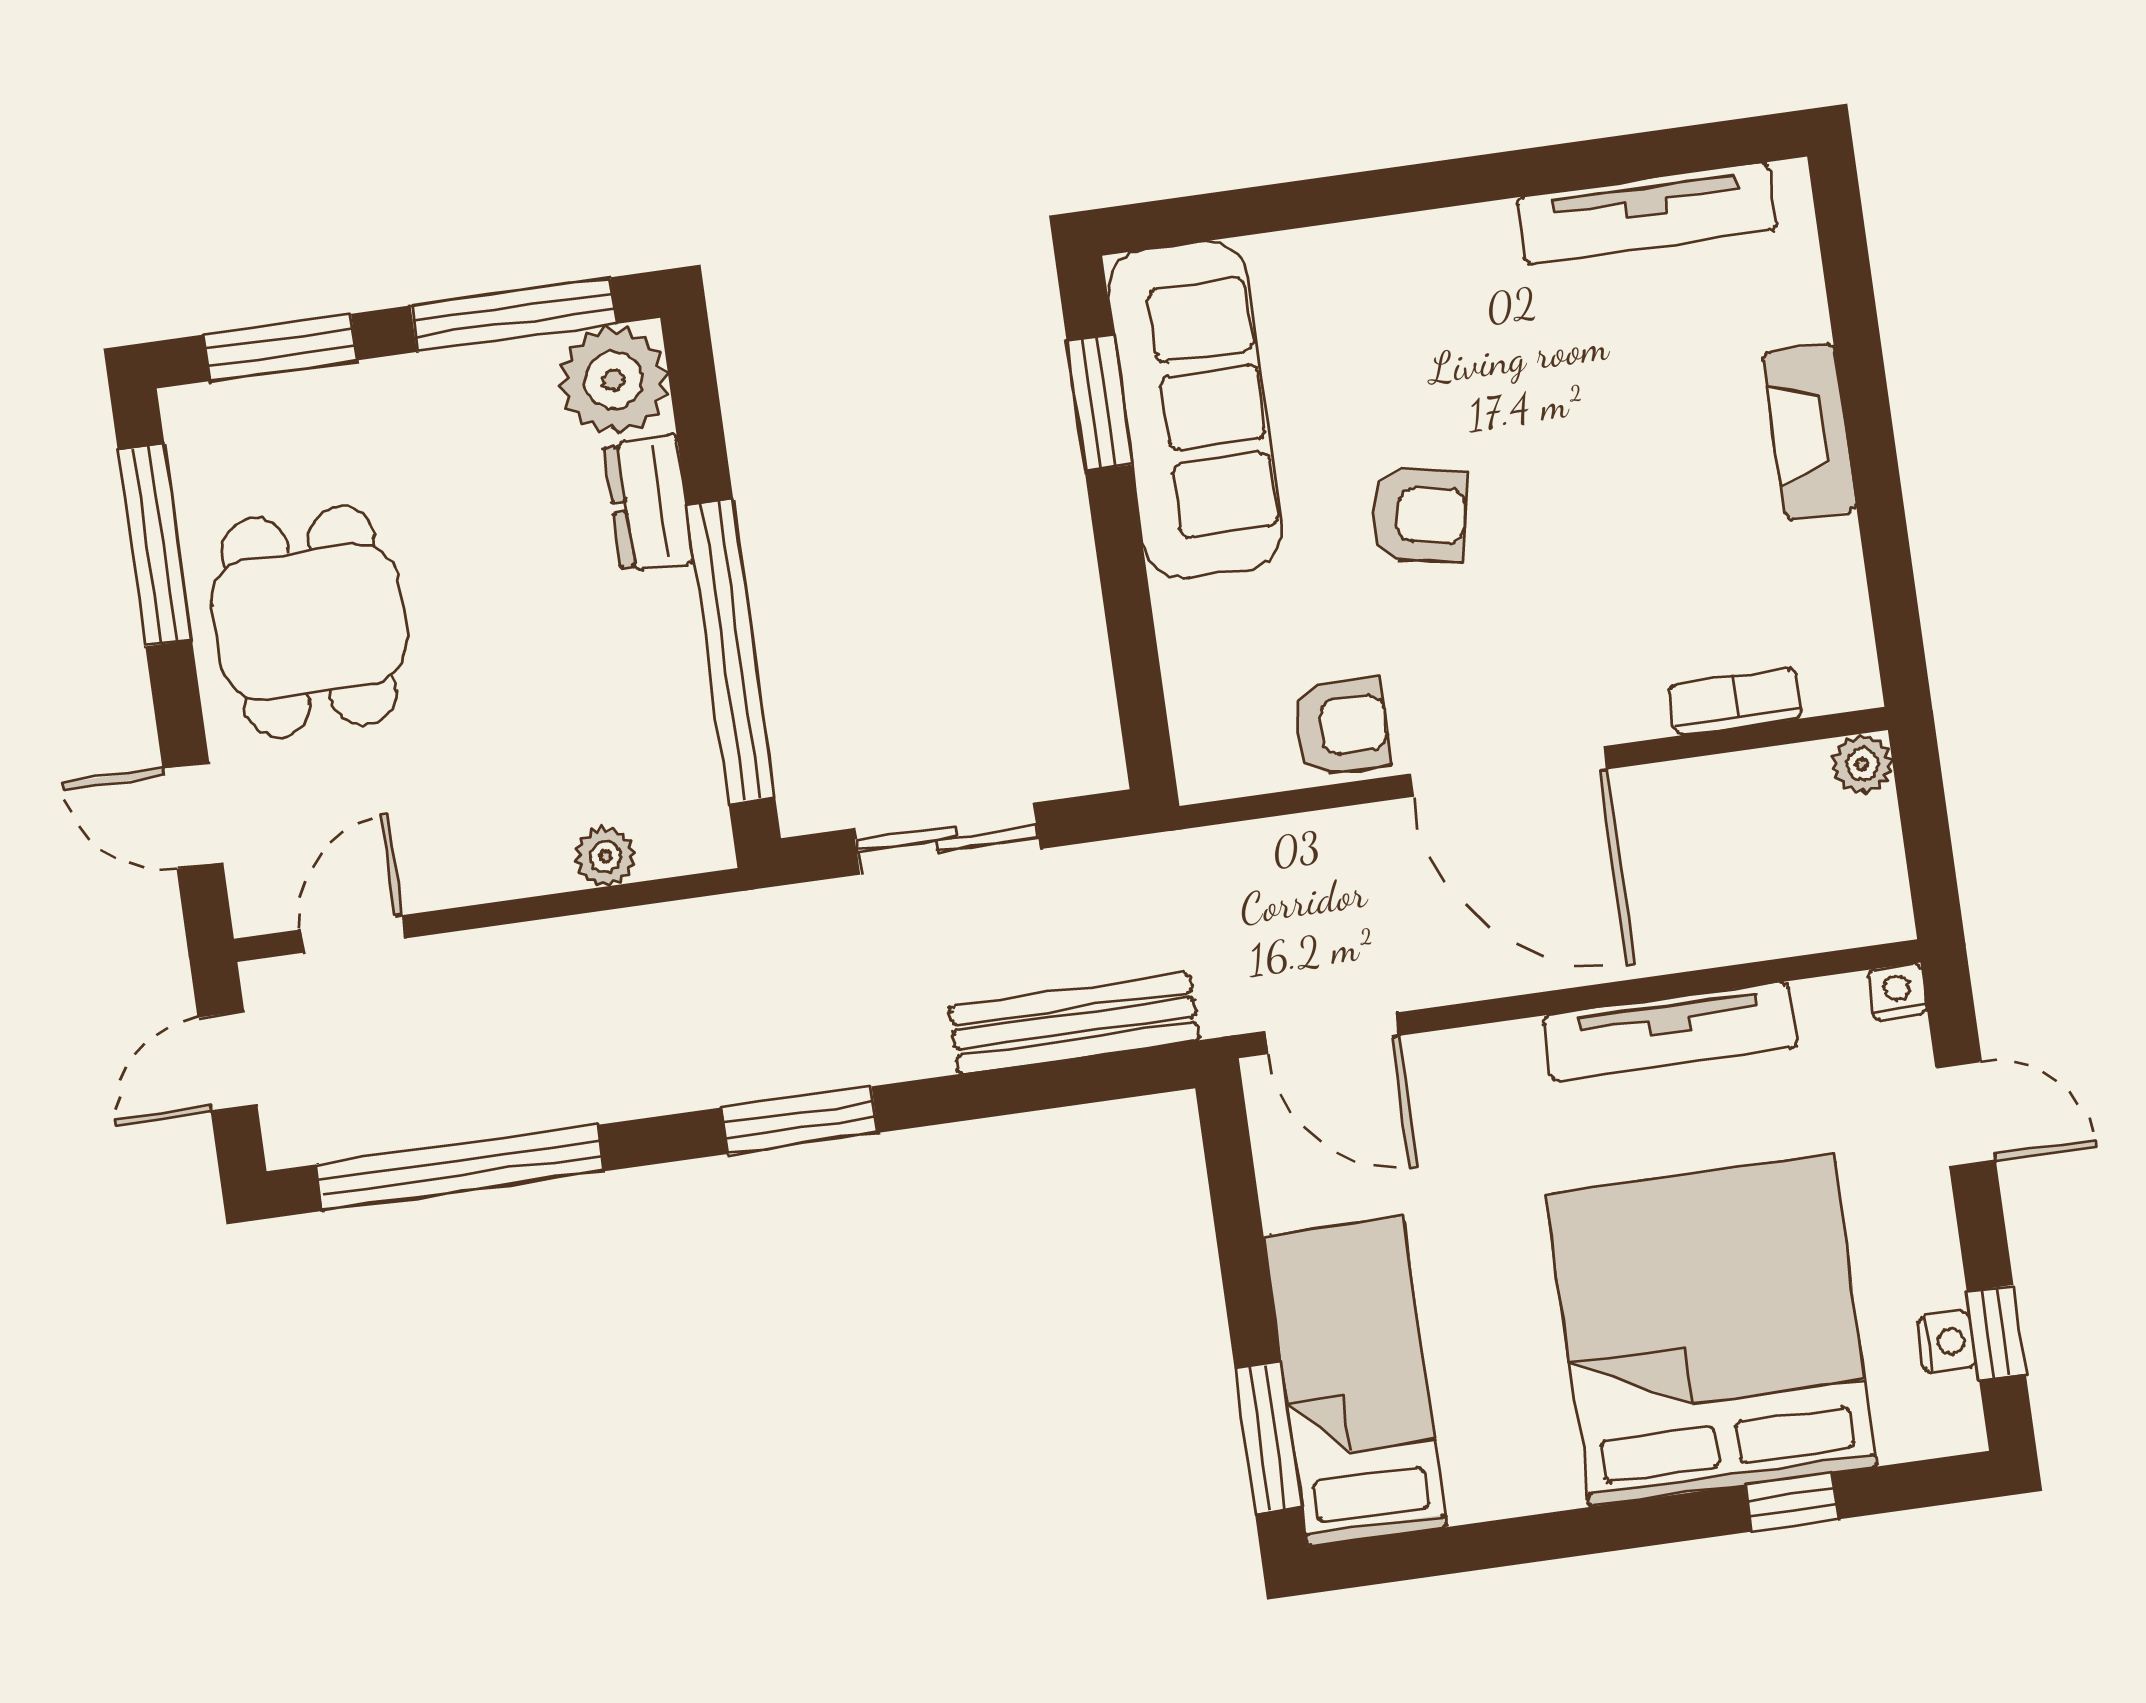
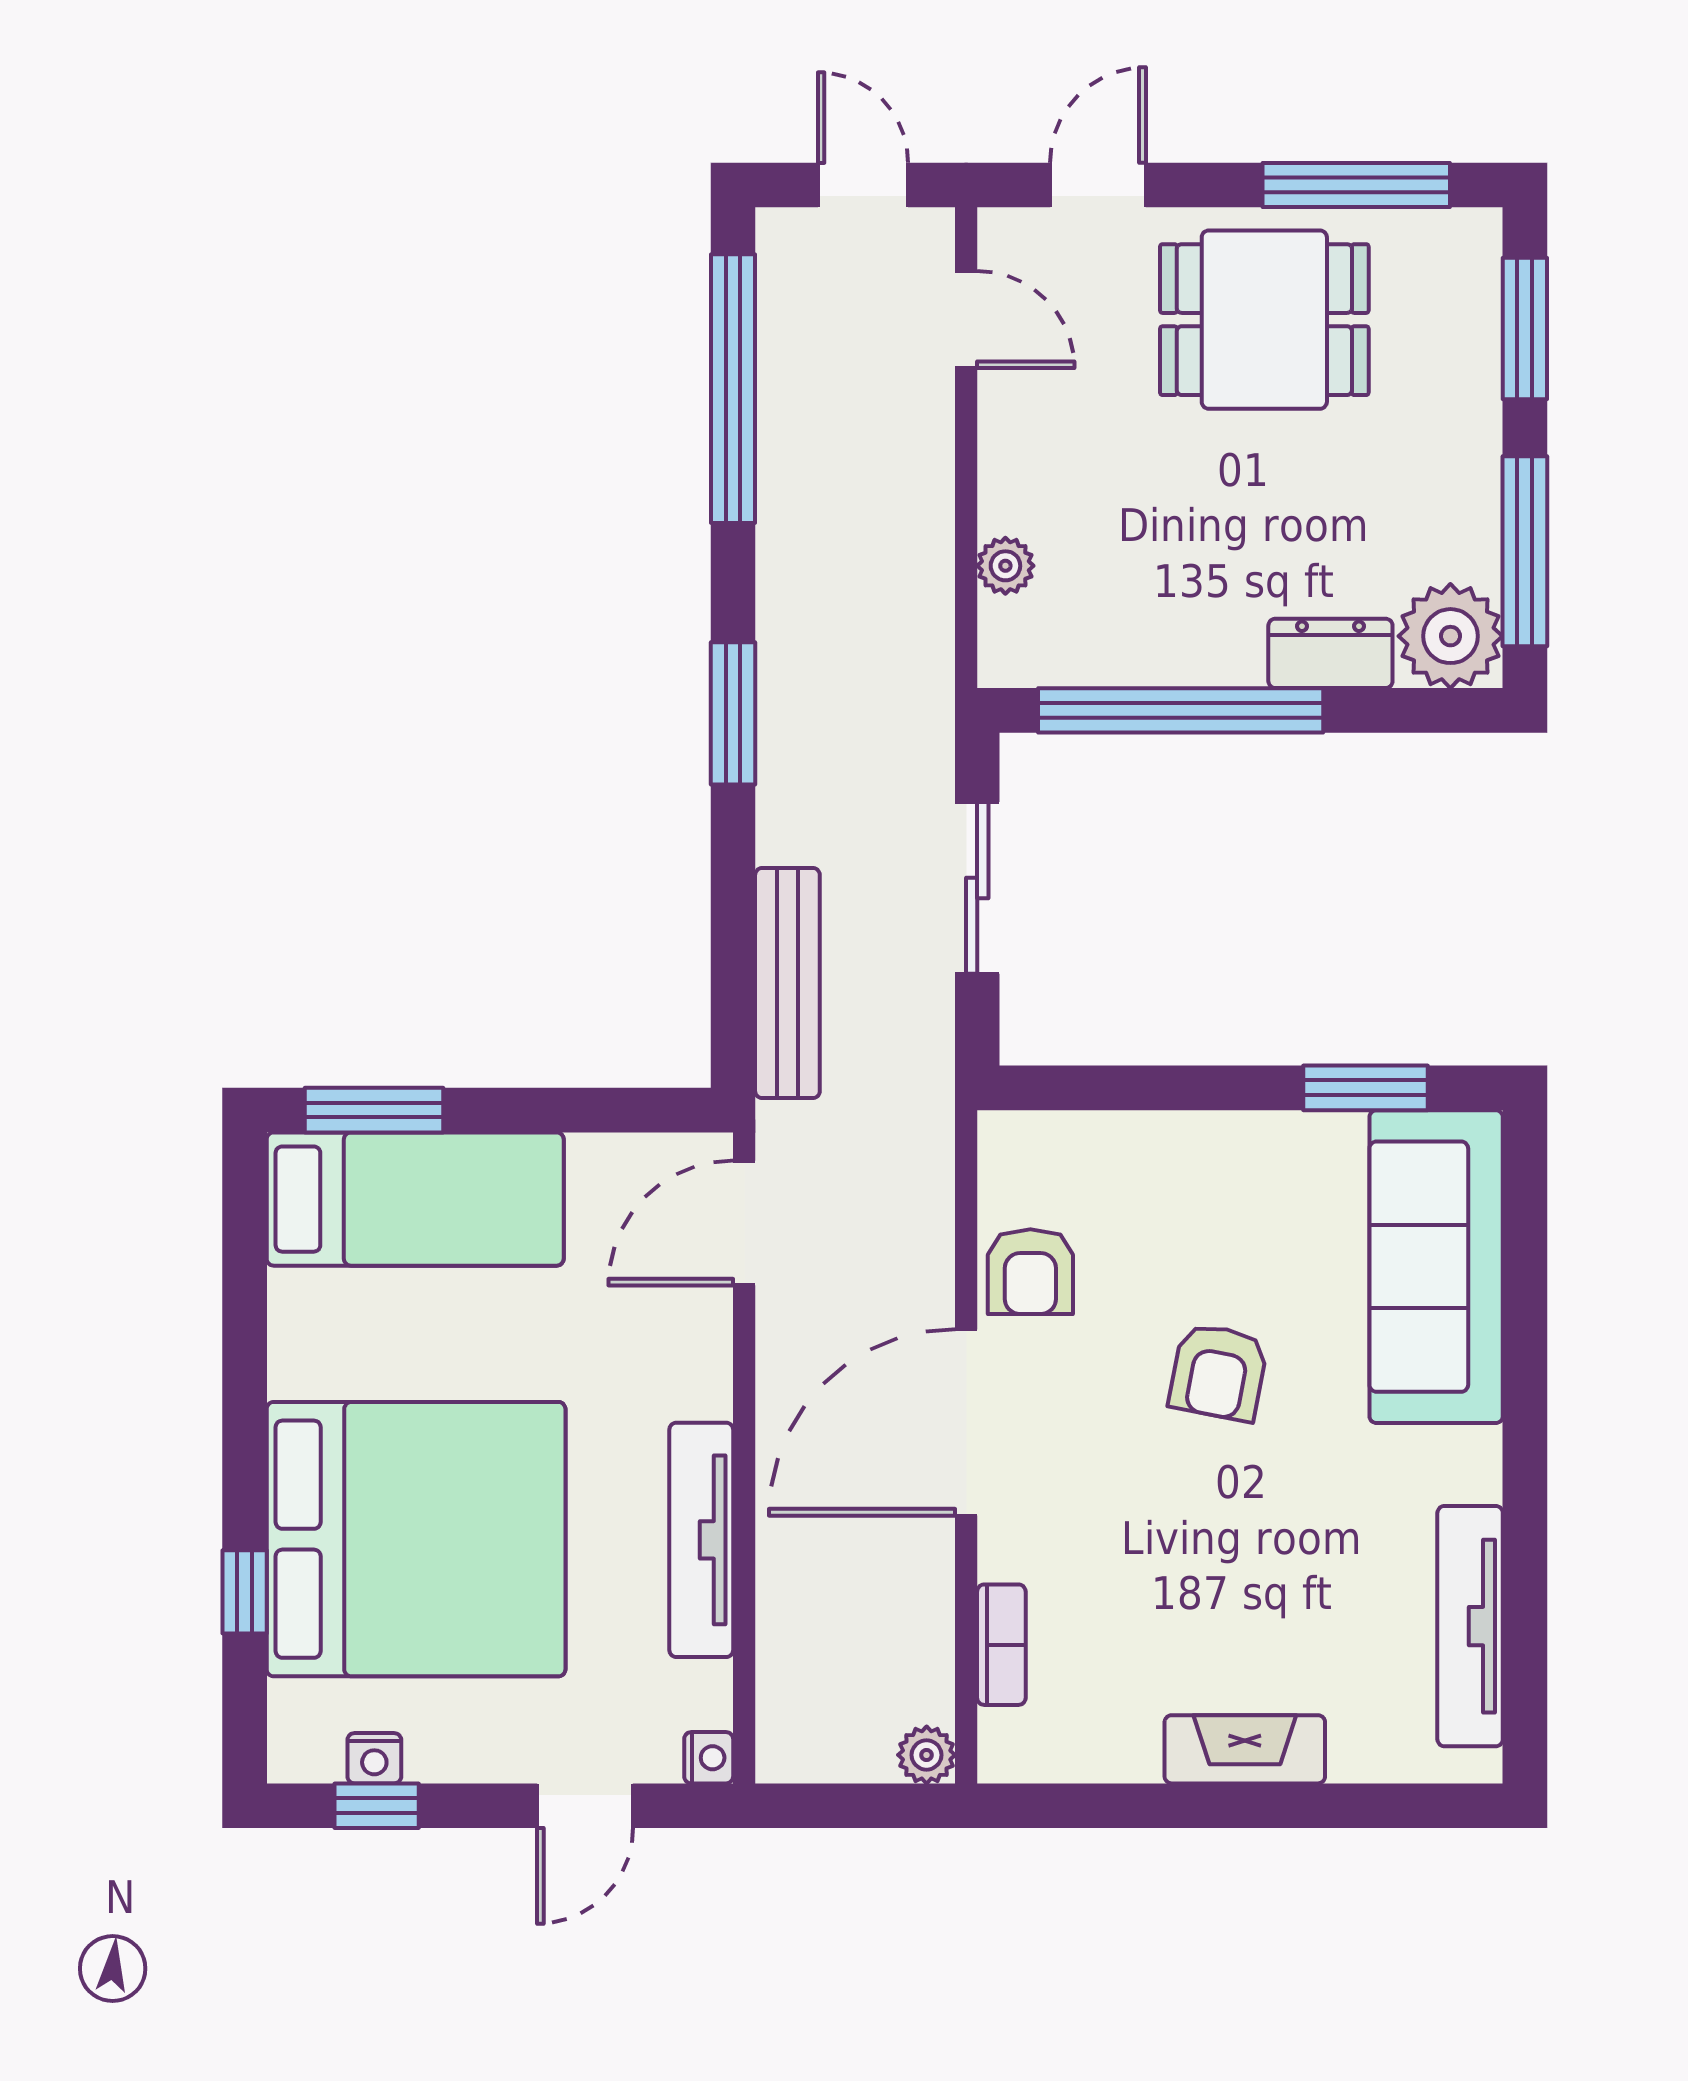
sofa: (1195, 410) -> (1436, 1267), moved, turned 90

